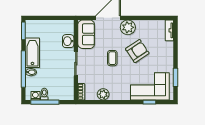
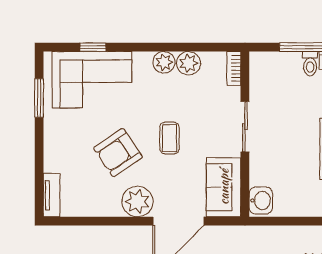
washbasin: (68, 41) -> (261, 201), moved
plant: (115, 95) -> (164, 62), added

